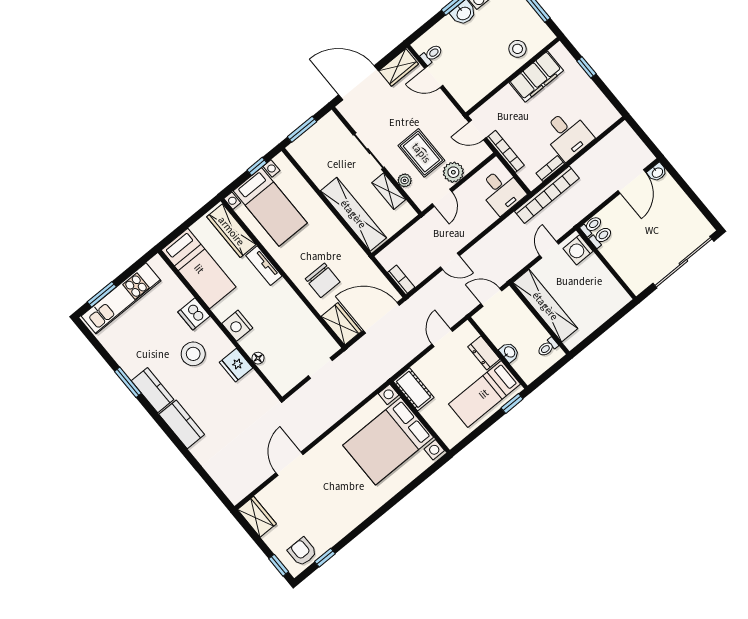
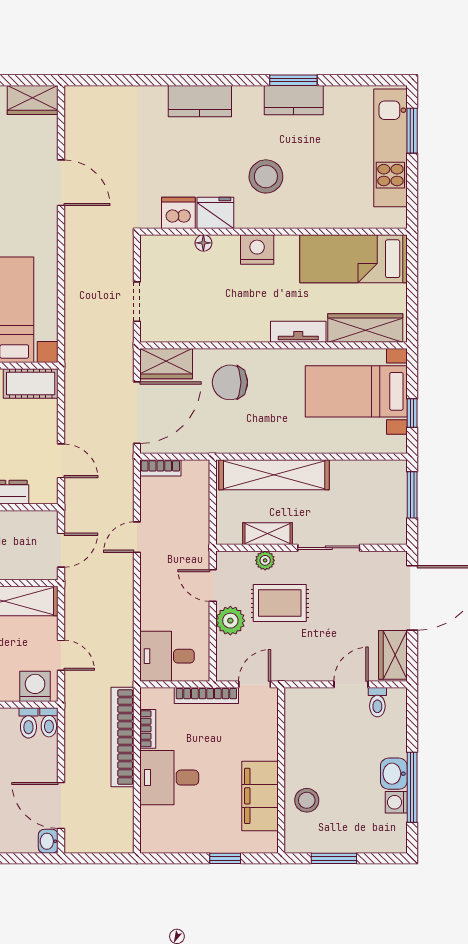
bookcase: (547, 195) -> (123, 737), moved
dishwasher: (194, 314) -> (178, 213), moved
kitchen counter: (153, 390) -> (294, 100), moved

